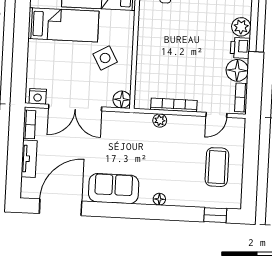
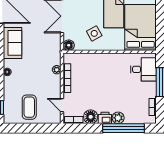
coffee table: (217, 167) -> (29, 107), turned 90

